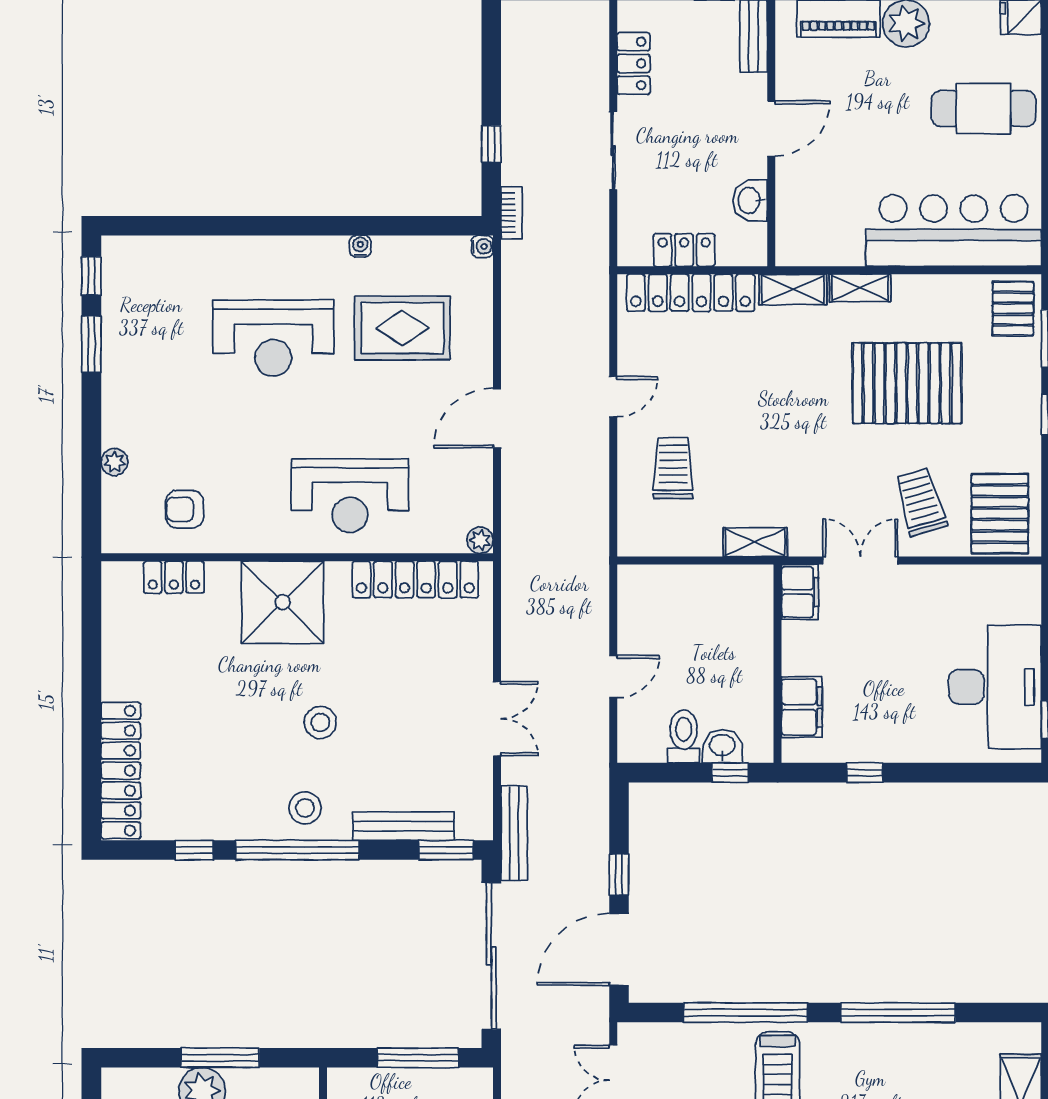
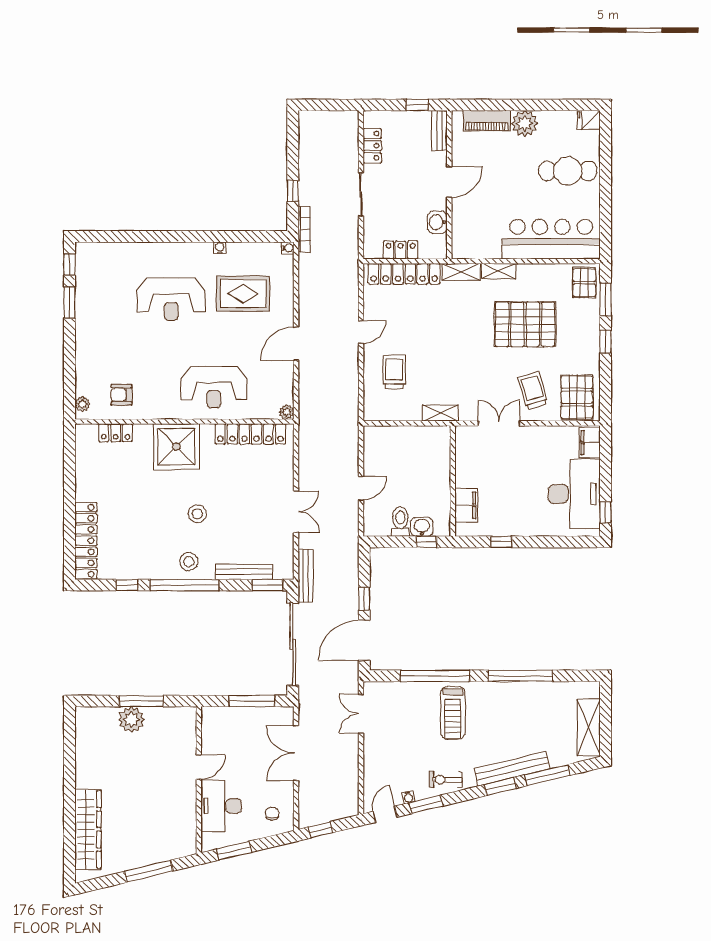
bookcase: (511, 213) -> (304, 229), width x1.56
plant: (114, 462) -> (82, 404), moved
filing cabinet: (800, 592) -> (590, 443), moved, turned 180

